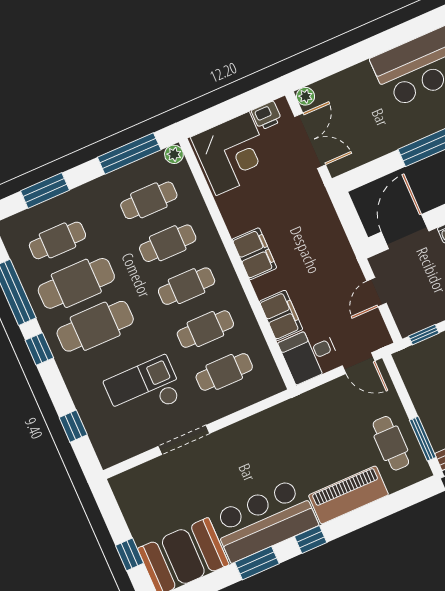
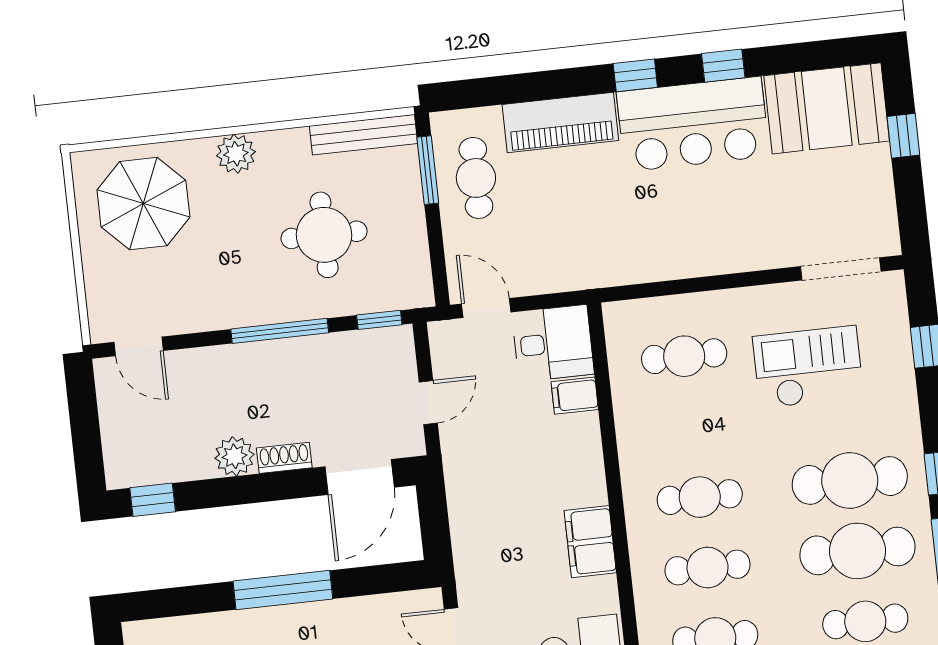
filing cabinet: (254, 254) -> (590, 542), moved
filing cabinet: (281, 315) -> (575, 396), width x0.50
cafe table: (205, 329) -> (692, 427), removed
checkout: (144, 390) -> (808, 367), turned 180
doorway: (184, 440) -> (841, 269), moved
window: (257, 563) -> (723, 66), width x0.67

